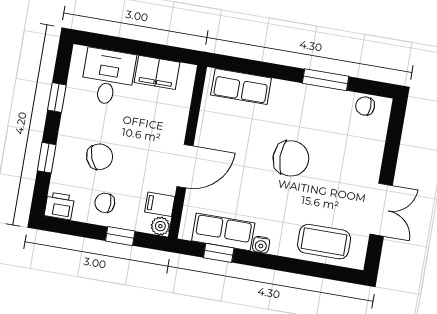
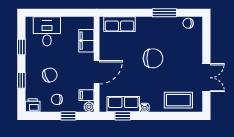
filing cabinet: (157, 72) -> (86, 41), moved, turned 90

